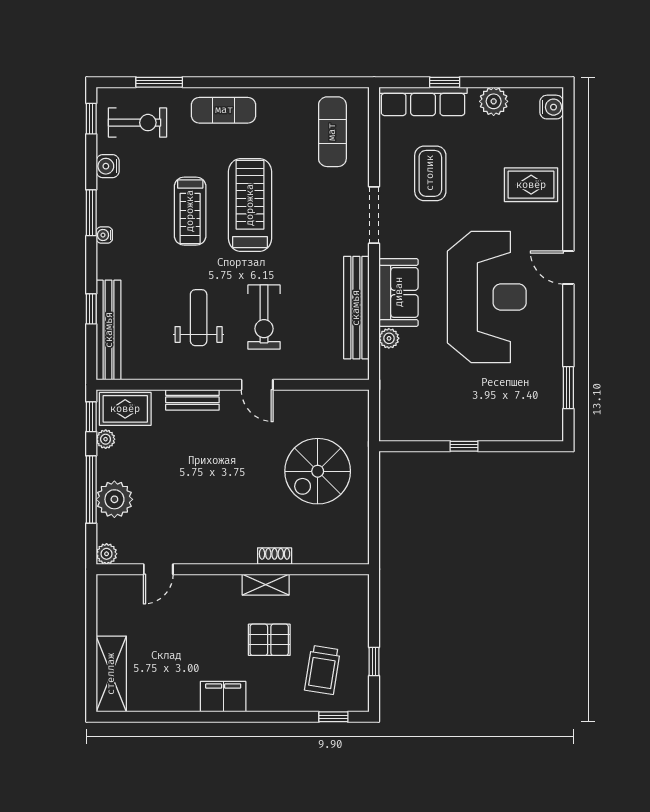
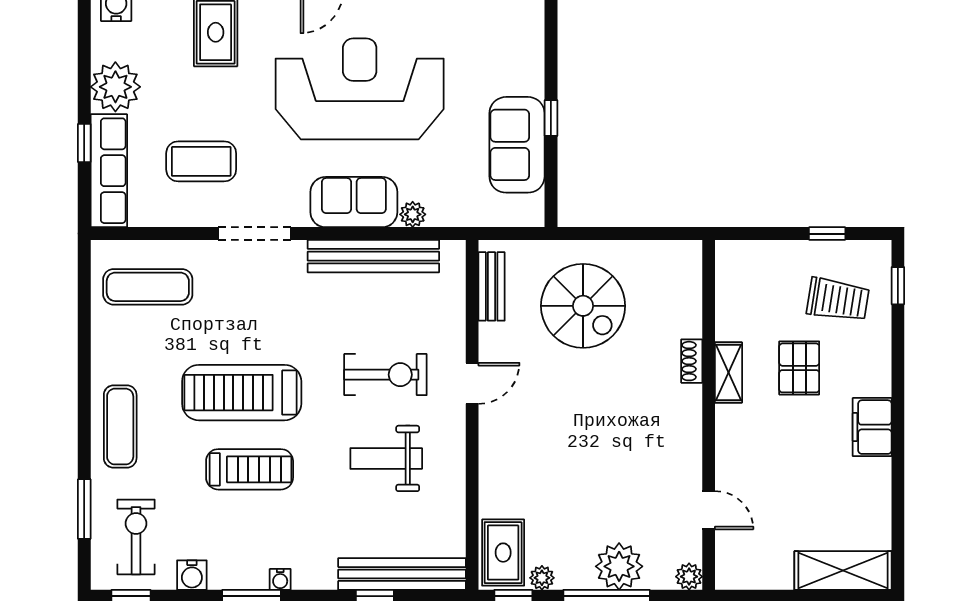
plant: (494, 101) -> (115, 87), width x1.36, depth x1.36
bench: (192, 400) -> (492, 286), moved
sofa: (443, 420) -> (517, 145), added

